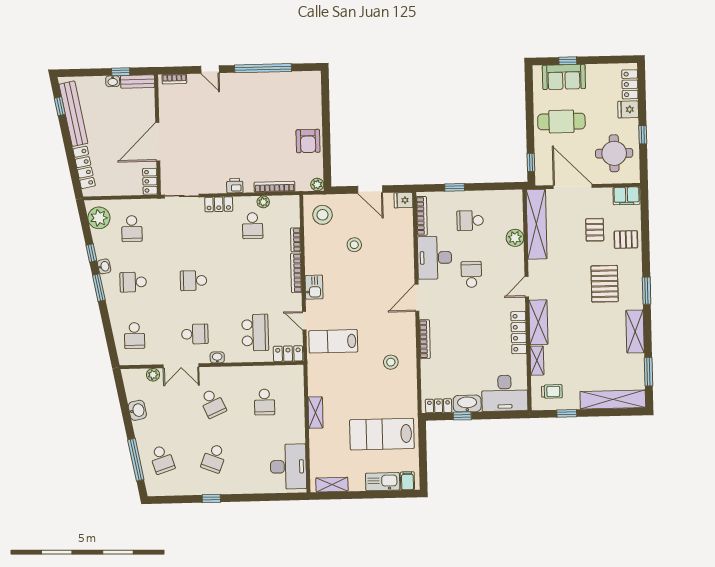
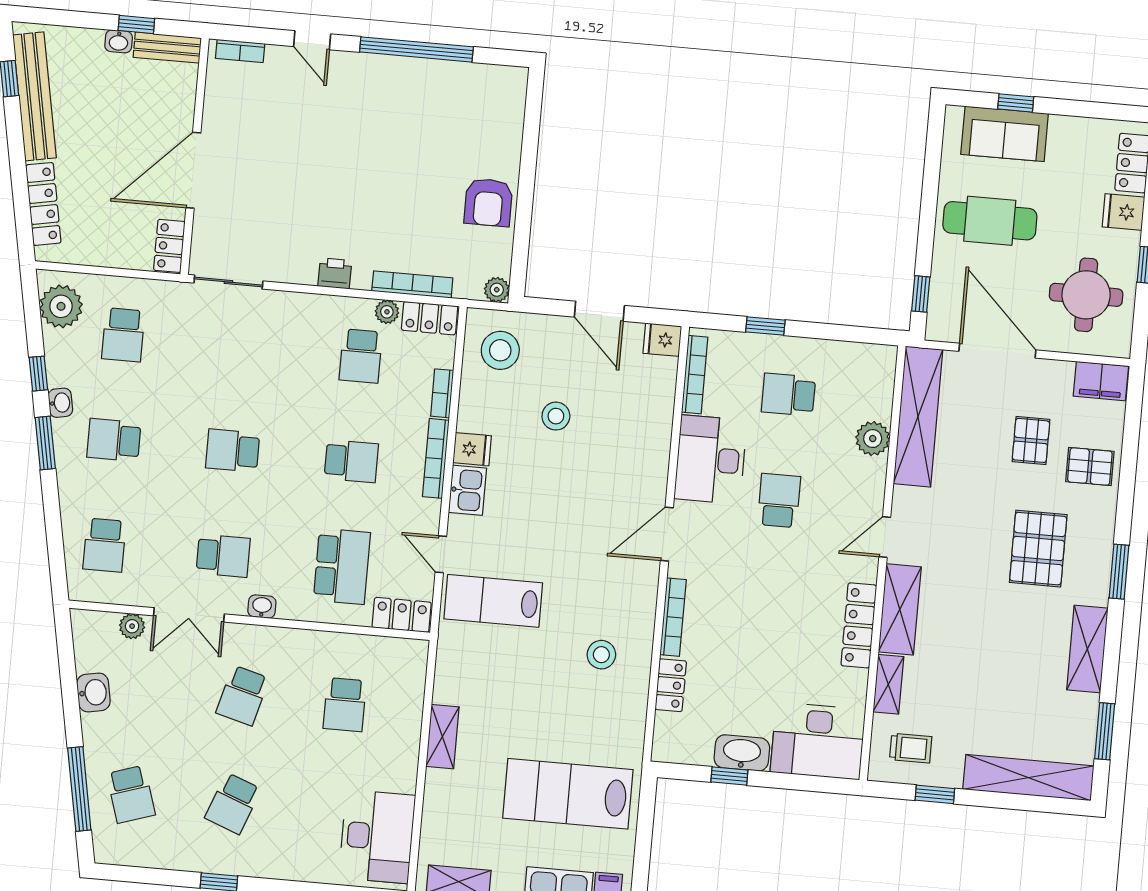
locker: (219, 204) -> (430, 318), moved
fridge: (314, 266) -> (472, 449), added
school desk: (254, 279) -> (351, 461), added
school desk: (213, 403) -> (243, 695), turned 39
locker: (439, 406) -> (671, 685), moved, turned 90

